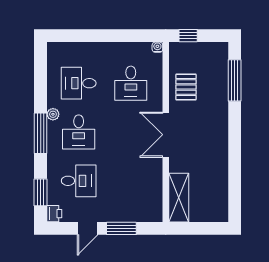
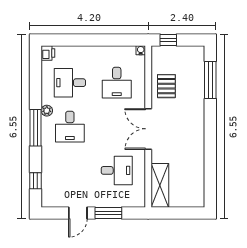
desk: (79, 181) -> (117, 170), moved
window: (41, 192) -> (36, 181), width x0.67
printer: (54, 214) -> (48, 53), moved

